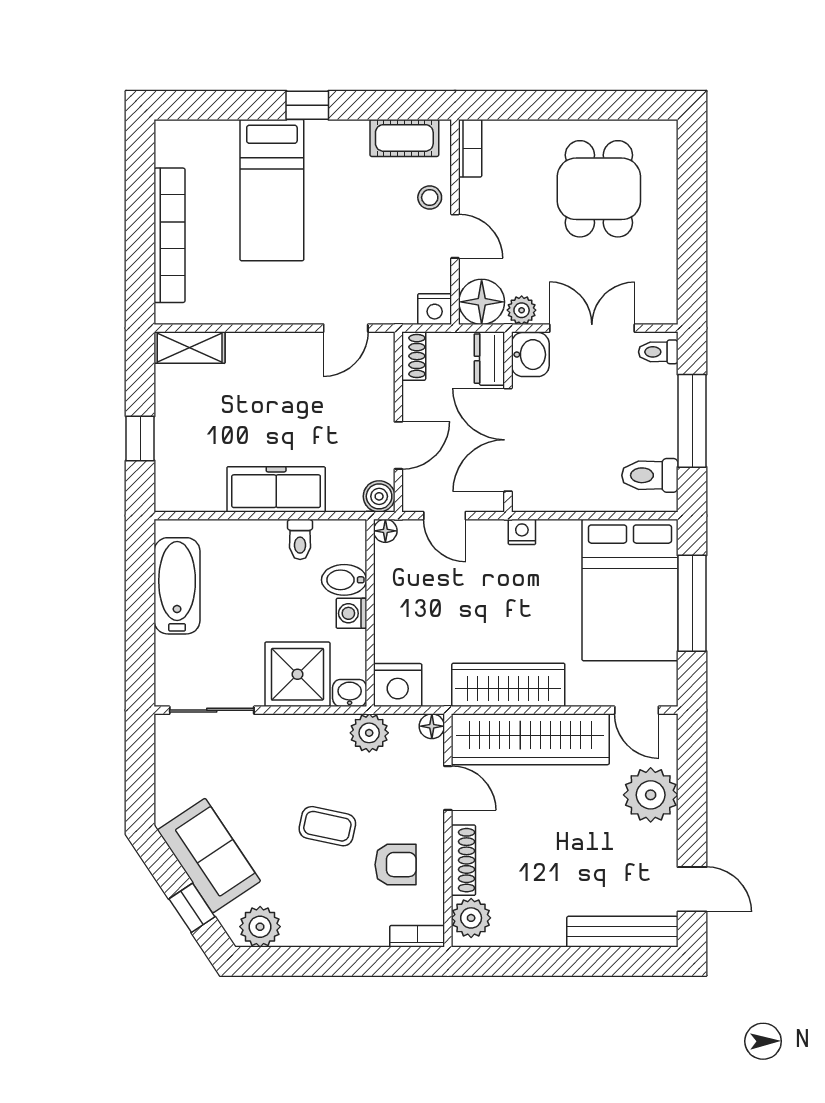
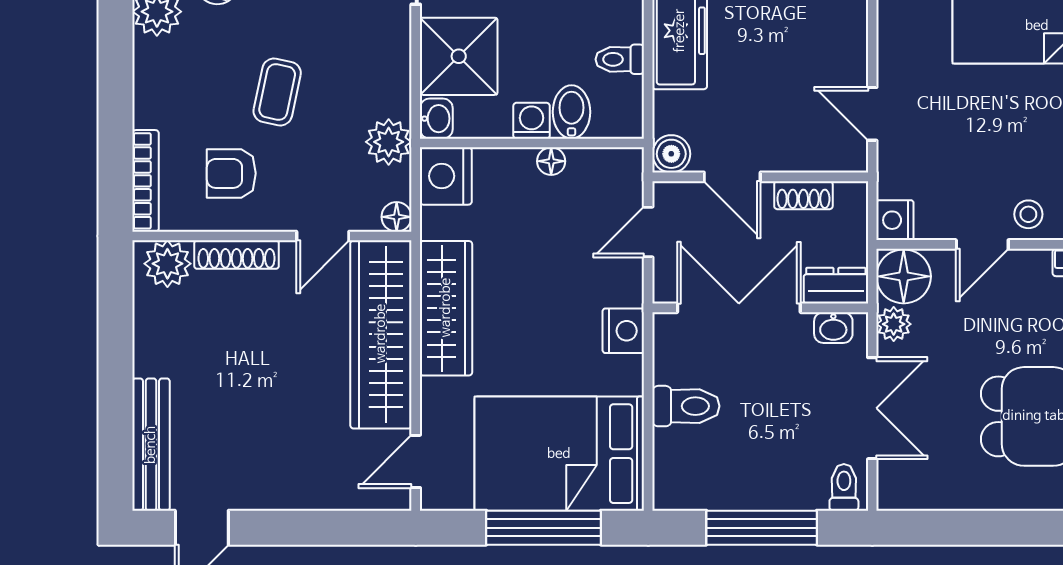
washbasin: (530, 355) -> (833, 328), width x0.72, depth x0.69
shoe rack: (414, 356) -> (803, 195), moved
toilet: (650, 475) -> (686, 406), moved, turned 90
floor lamp: (385, 531) -> (551, 161), moved
nightstand: (522, 532) -> (623, 331), width x1.39, depth x1.35
plant: (651, 795) -> (315, 478), removed
armchair: (396, 865) -> (231, 173), turned 90
bookcase: (417, 936) -> (146, 181), width x1.56

